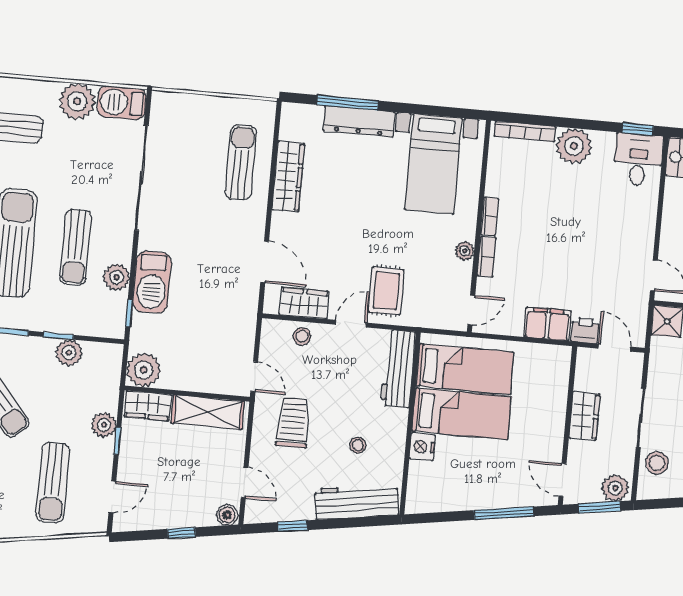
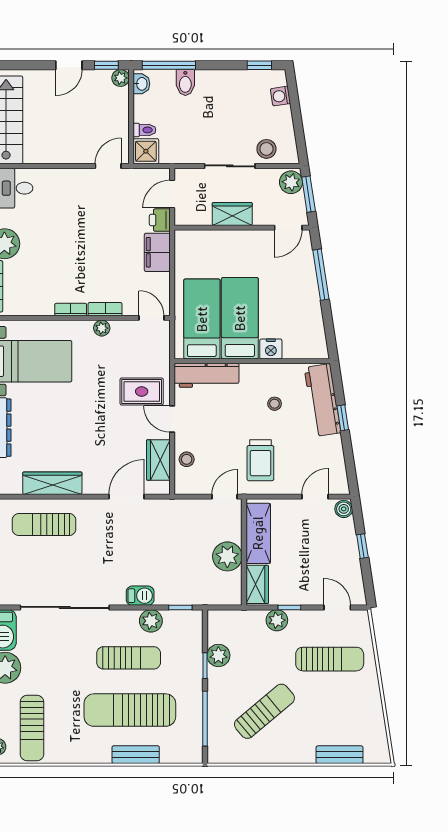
barbecue: (152, 282) -> (140, 596), width x0.53, depth x0.65
plant: (144, 370) -> (227, 556), moved
trolley: (293, 423) -> (260, 460), turned -90
window: (292, 526) -> (343, 418), moved

